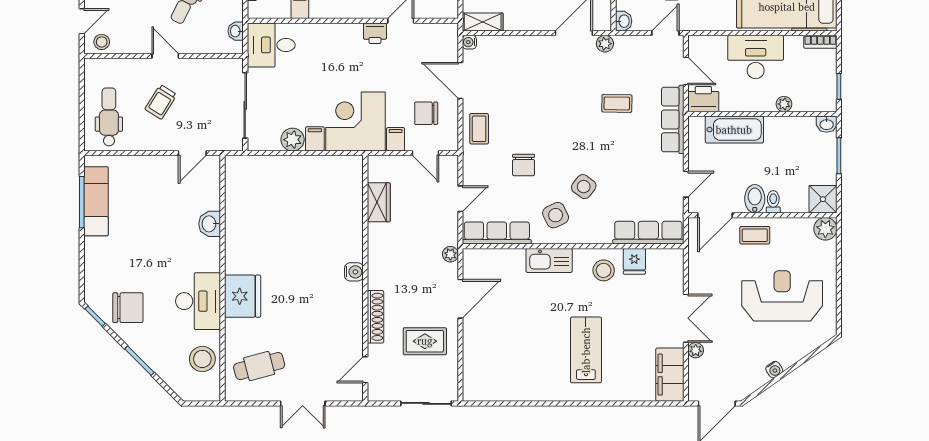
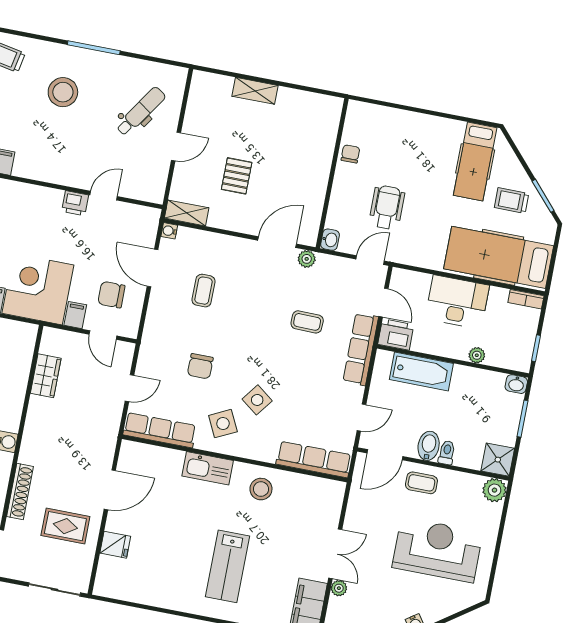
coffee table: (479, 129) -> (204, 291), moved
plant: (450, 254) -> (108, 443), removed
fridge: (634, 261) -> (115, 545), moved, turned -90
lab bench: (586, 350) -> (227, 566), turned 180

